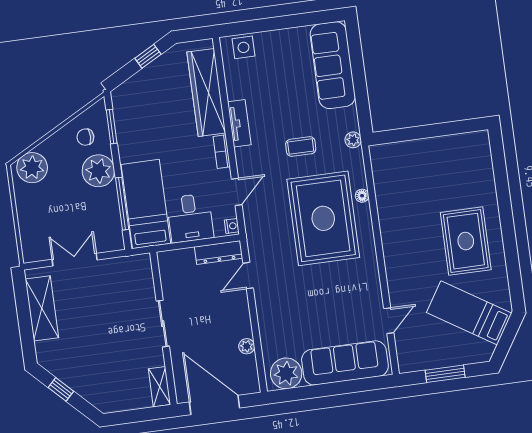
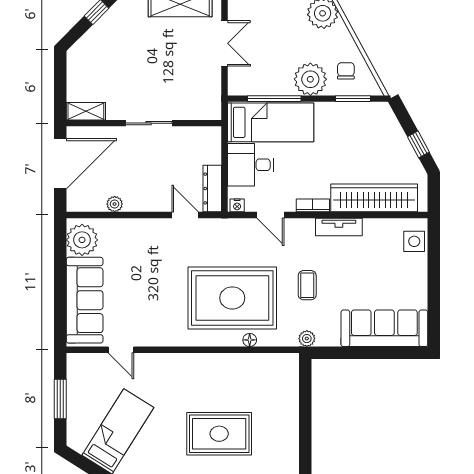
rug: (466, 241) -> (219, 434), moved

